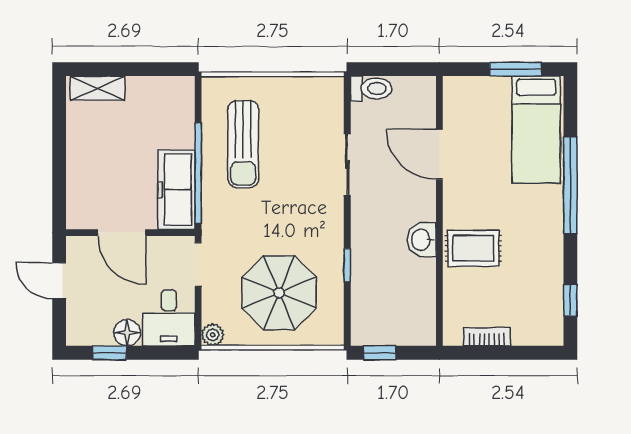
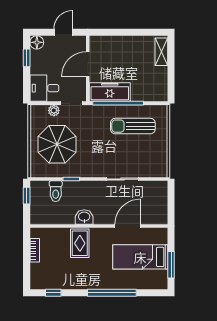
toilet: (371, 89) -> (56, 191), moved
bed: (536, 130) -> (140, 257), moved
floor lamp: (127, 333) -> (37, 42), moved
plant: (213, 335) -> (54, 110), moved

